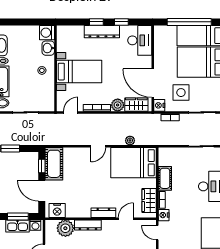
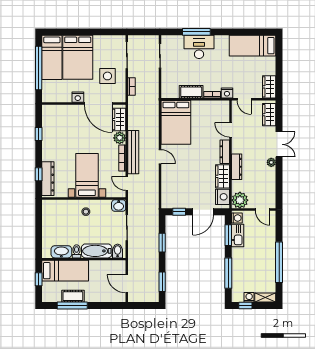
window: (96, 22) -> (39, 174), moved
dresser: (102, 32) -> (48, 179), moved
washing machine: (47, 33) -> (49, 207), removed
desk: (140, 40) -> (57, 116), removed
washbasin: (48, 48) -> (119, 206), moved
door: (153, 83) -> (98, 104), hinge flipped
nightstand: (159, 105) -> (78, 97), moved
bench: (103, 119) -> (133, 152), added
plant: (130, 140) -> (154, 126), removed
cot: (54, 164) -> (177, 200), removed
wardrobe: (149, 200) -> (223, 176), moved, turned 90
plant: (65, 228) -> (240, 200), moved
door: (157, 233) -> (244, 99), hinge flipped

